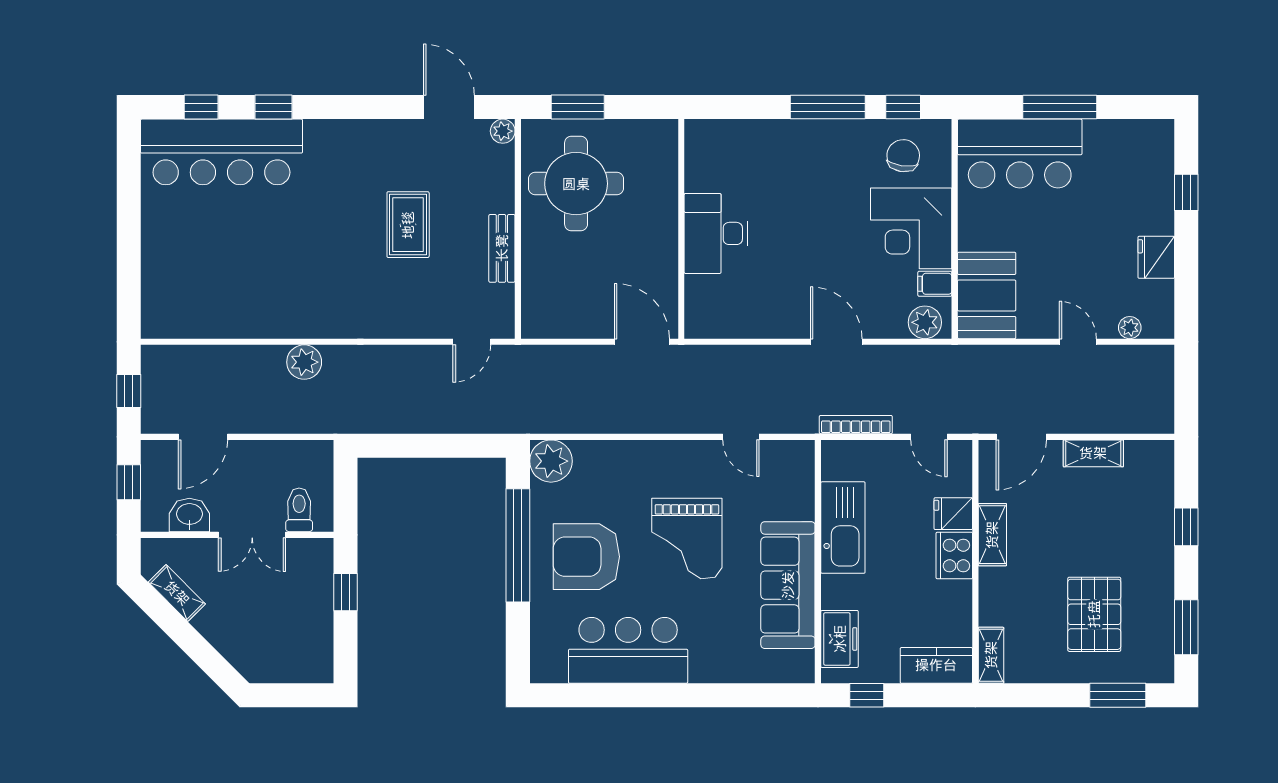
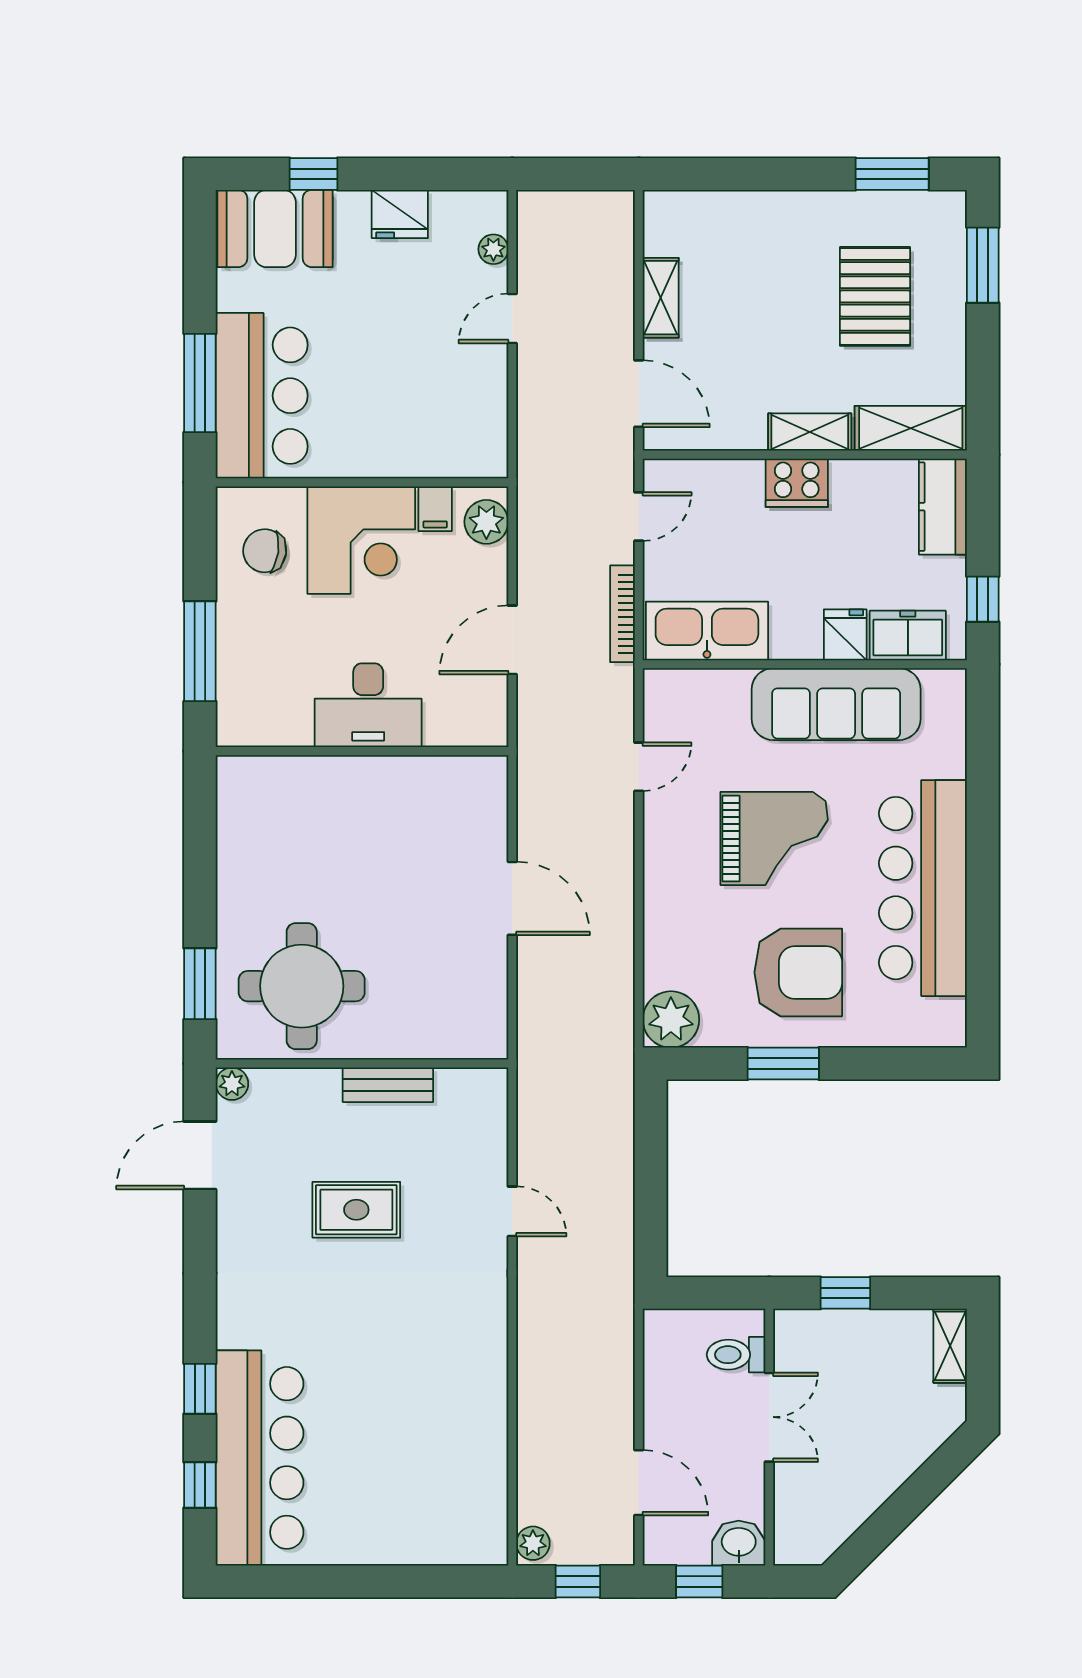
window: (903, 107) -> (200, 551), removed
window: (1060, 107) -> (200, 383), moved
wall: (681, 229) -> (362, 751), moved
desk: (716, 233) -> (368, 705), moved
booth: (987, 295) -> (275, 228), moved
door: (472, 342) -> (512, 1211), moved
door: (642, 342) -> (512, 898), swing flipped
plant: (304, 362) -> (533, 1543), moved, width x0.73, depth x0.73
fridge: (953, 514) -> (845, 635), moved, turned 180
washbasin: (189, 515) -> (739, 1543), moved, turned 90
window: (1186, 527) -> (759, 174), removed
kitchen sink: (843, 528) -> (707, 631), moved
shelving: (992, 535) -> (810, 432), moved
window: (518, 545) -> (783, 1064), width x0.47
armchair: (586, 557) -> (798, 972), turned -90
shelving: (177, 593) -> (950, 1346), moved, turned -45
pallet: (1094, 614) -> (875, 296), turned 90
bar counter: (628, 650) -> (923, 888), width x1.36
shelving: (991, 655) -> (911, 428), width x1.50, depth x1.33

